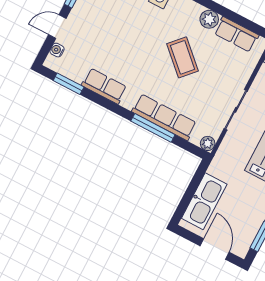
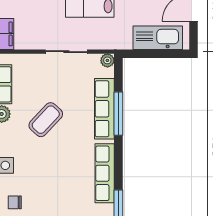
row of seats: (104, 86) -> (105, 173), width x1.48

